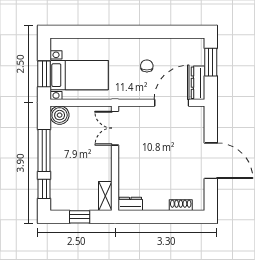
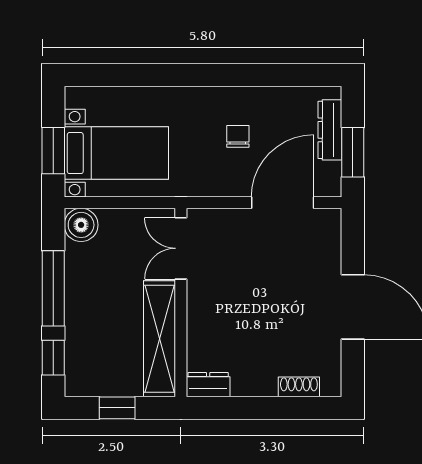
window: (211, 62) -> (353, 152), moved
dresser: (198, 83) -> (330, 130), moved
shelving: (105, 196) -> (159, 339), width x2.20, depth x1.33

